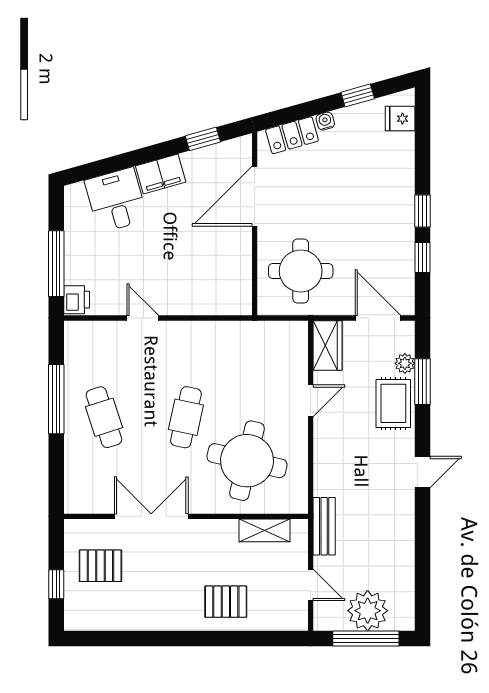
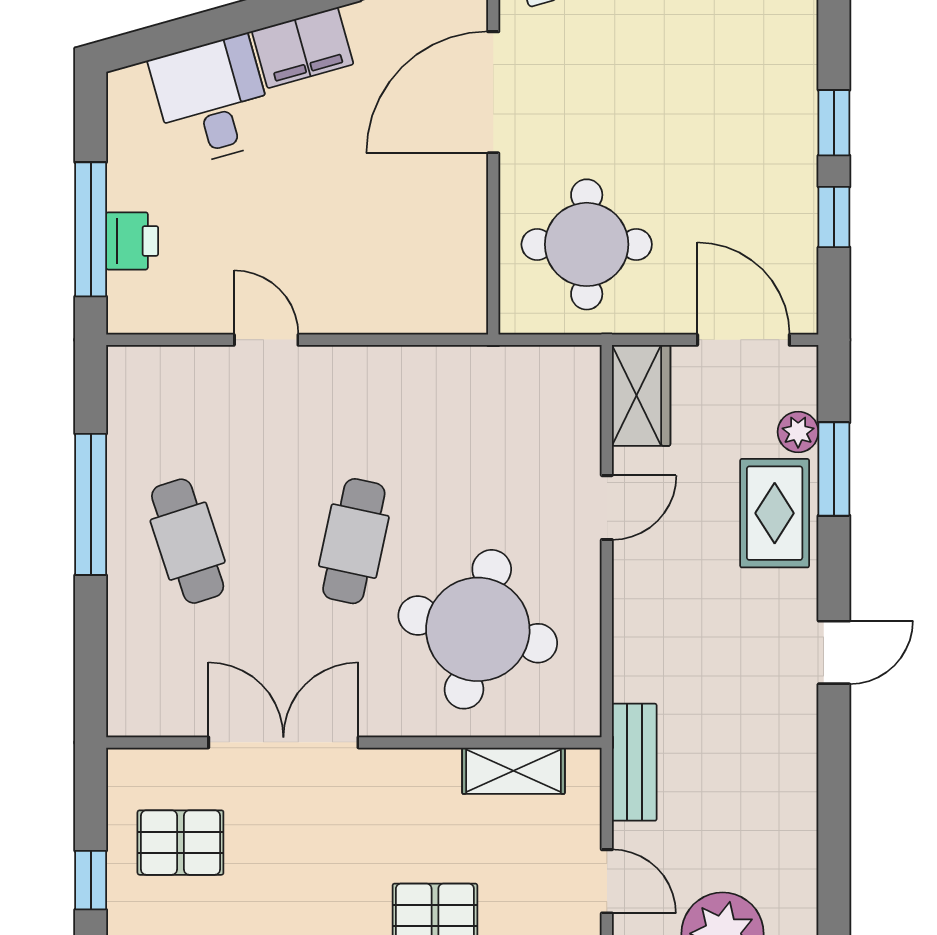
printer: (77, 300) -> (132, 241), moved

